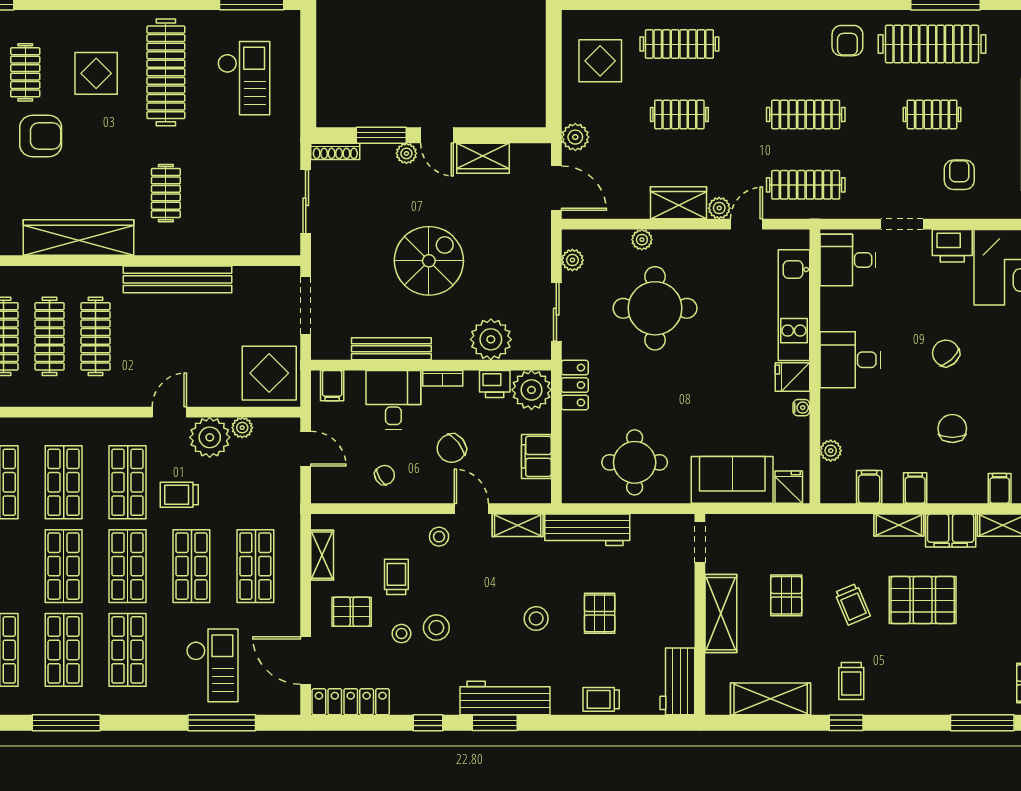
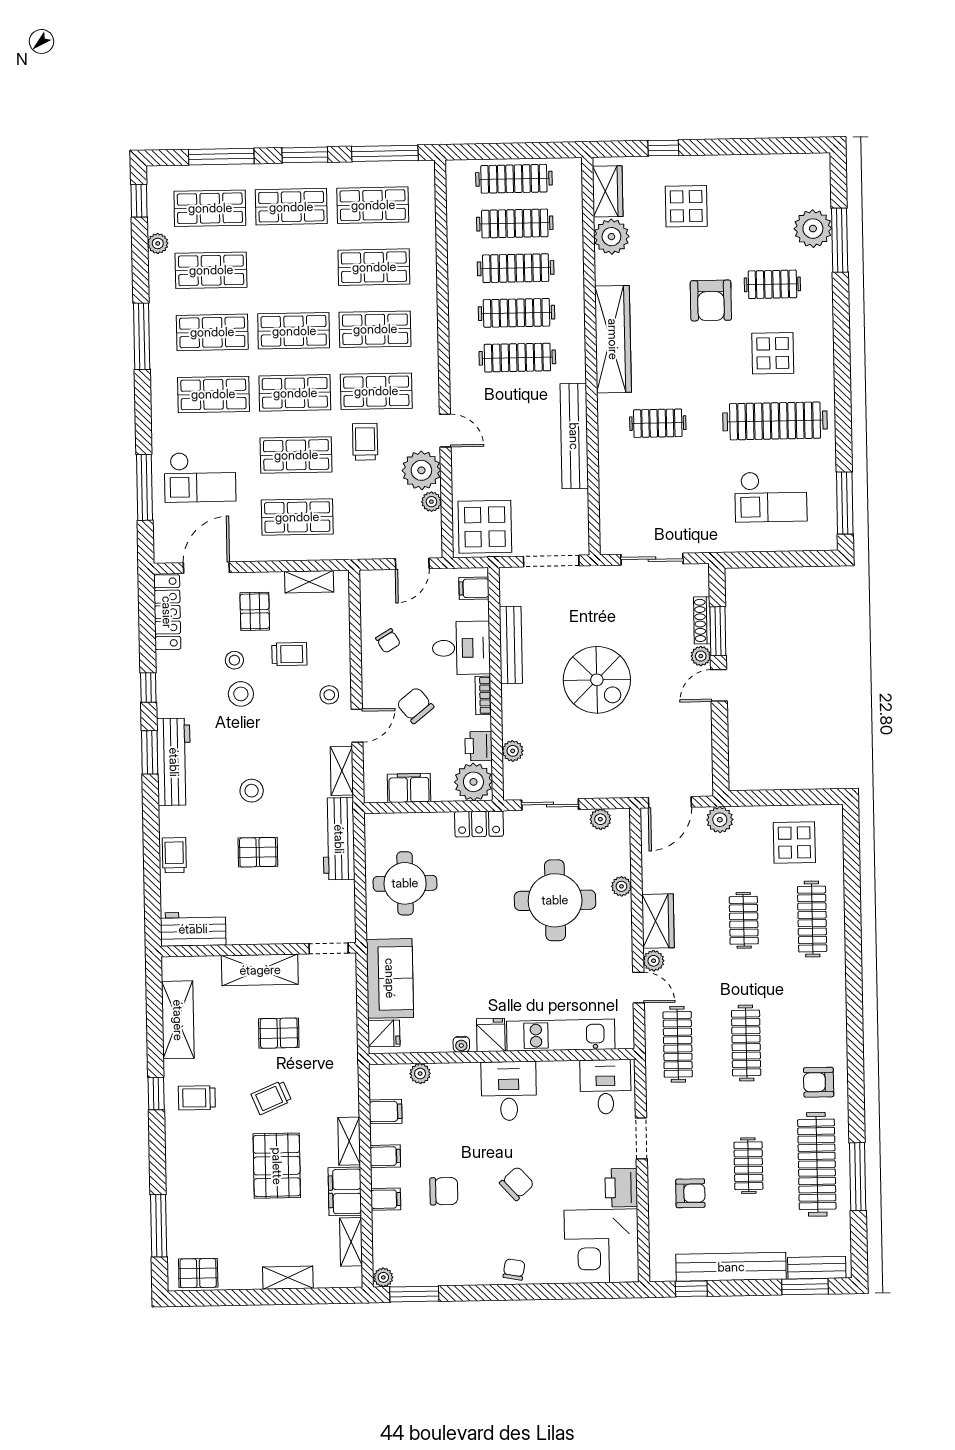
shoe rack: (335, 151) -> (702, 620), moved
wardrobe: (483, 158) -> (697, 731), removed
plant: (491, 339) -> (513, 751), width x0.53, depth x0.53
filing cabinet: (1000, 488) -> (386, 1199), moved

